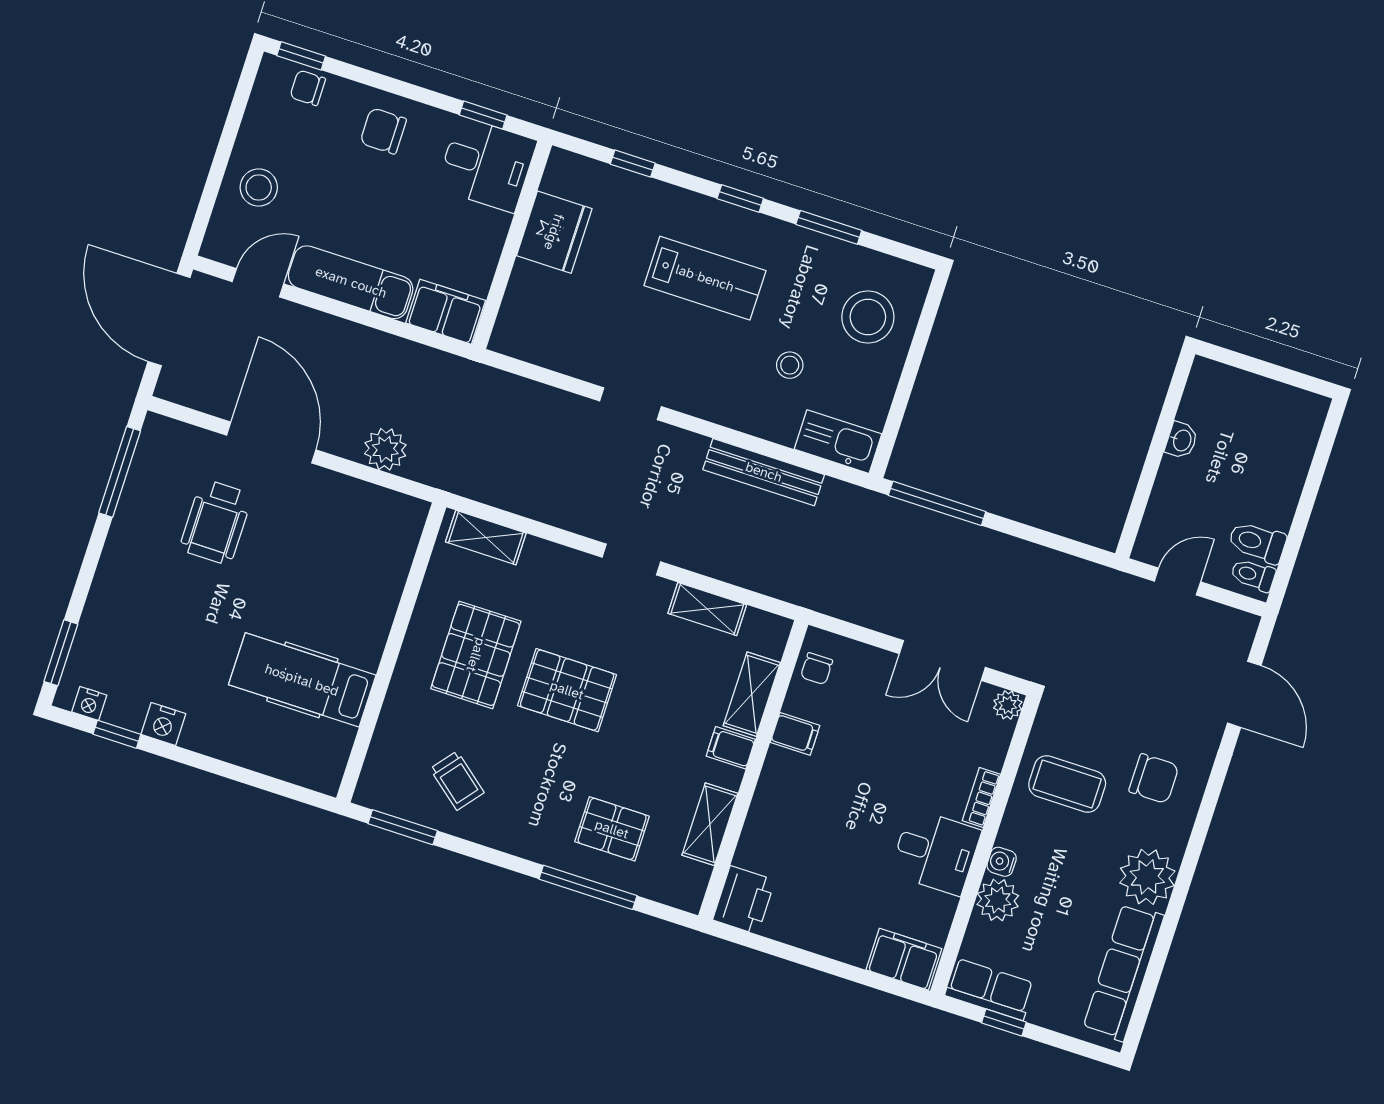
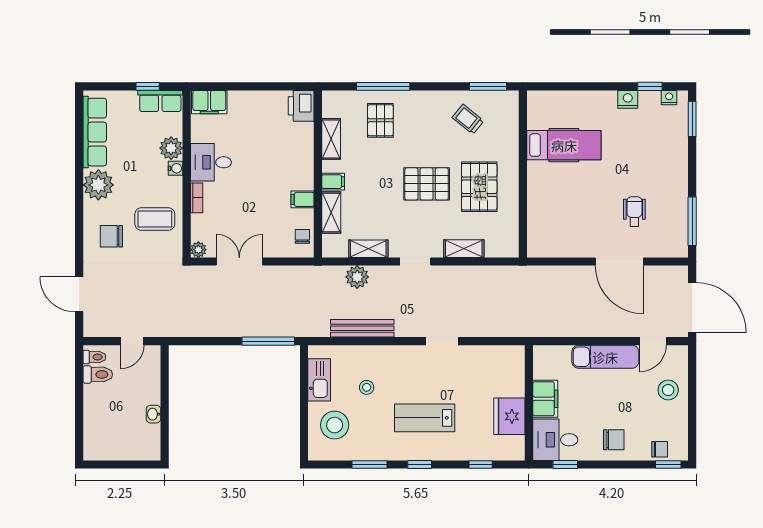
filing cabinet: (446, 312) -> (545, 399), moved, turned -90
kitchen sink: (838, 442) -> (319, 380), moved, turned -90
plant: (385, 449) -> (357, 277), moved
wheelchair: (216, 522) -> (634, 212), width x0.73, depth x0.73
shelving: (486, 538) -> (464, 249), moved
pallet: (612, 829) -> (380, 120), turned 90

